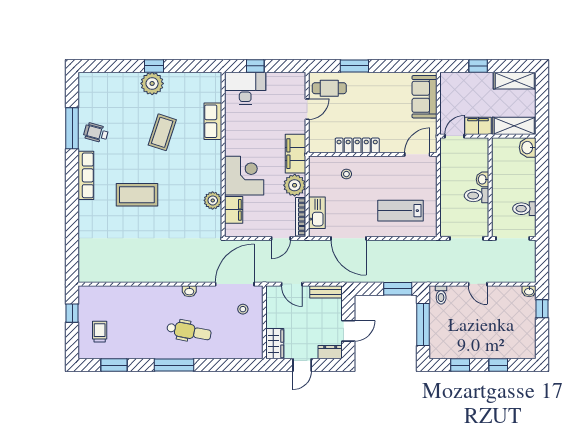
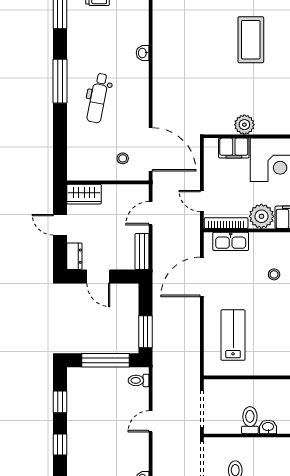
washbasin: (189, 291) -> (143, 53), moved

